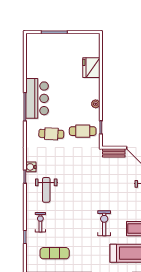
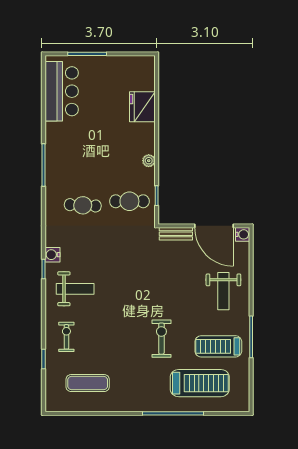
bar counter: (37, 98) -> (62, 91), moved
weight bench: (46, 190) -> (75, 289), turned -90

